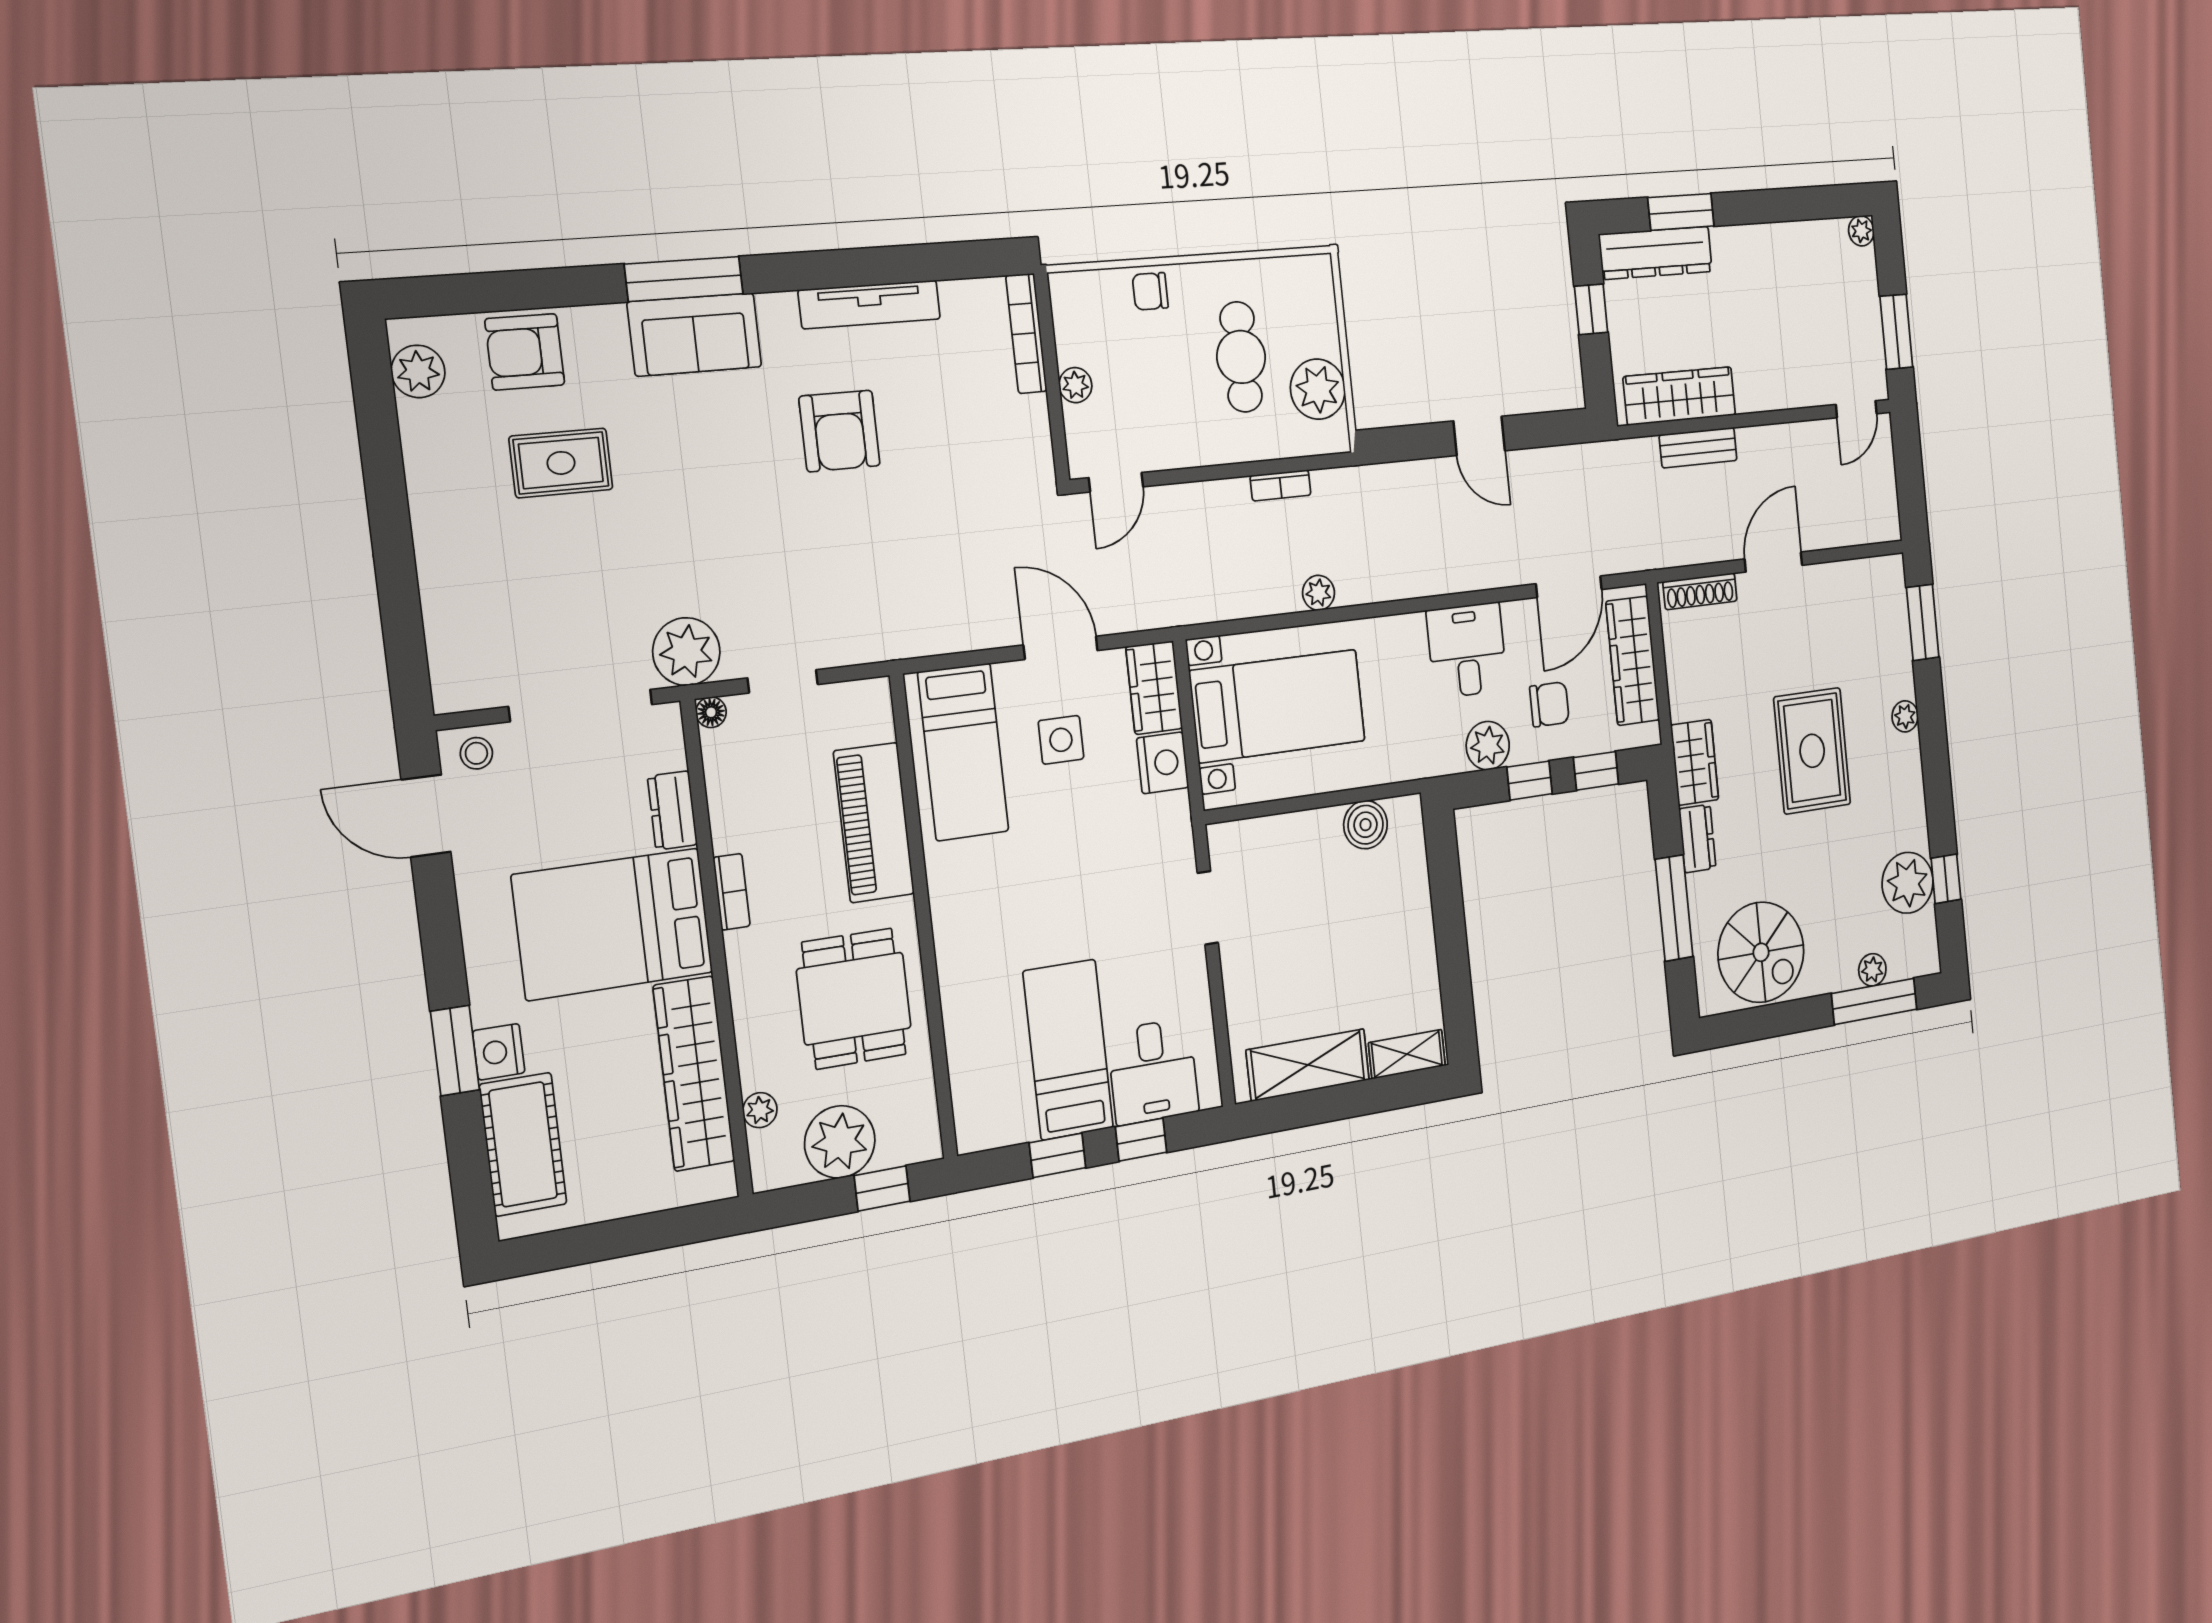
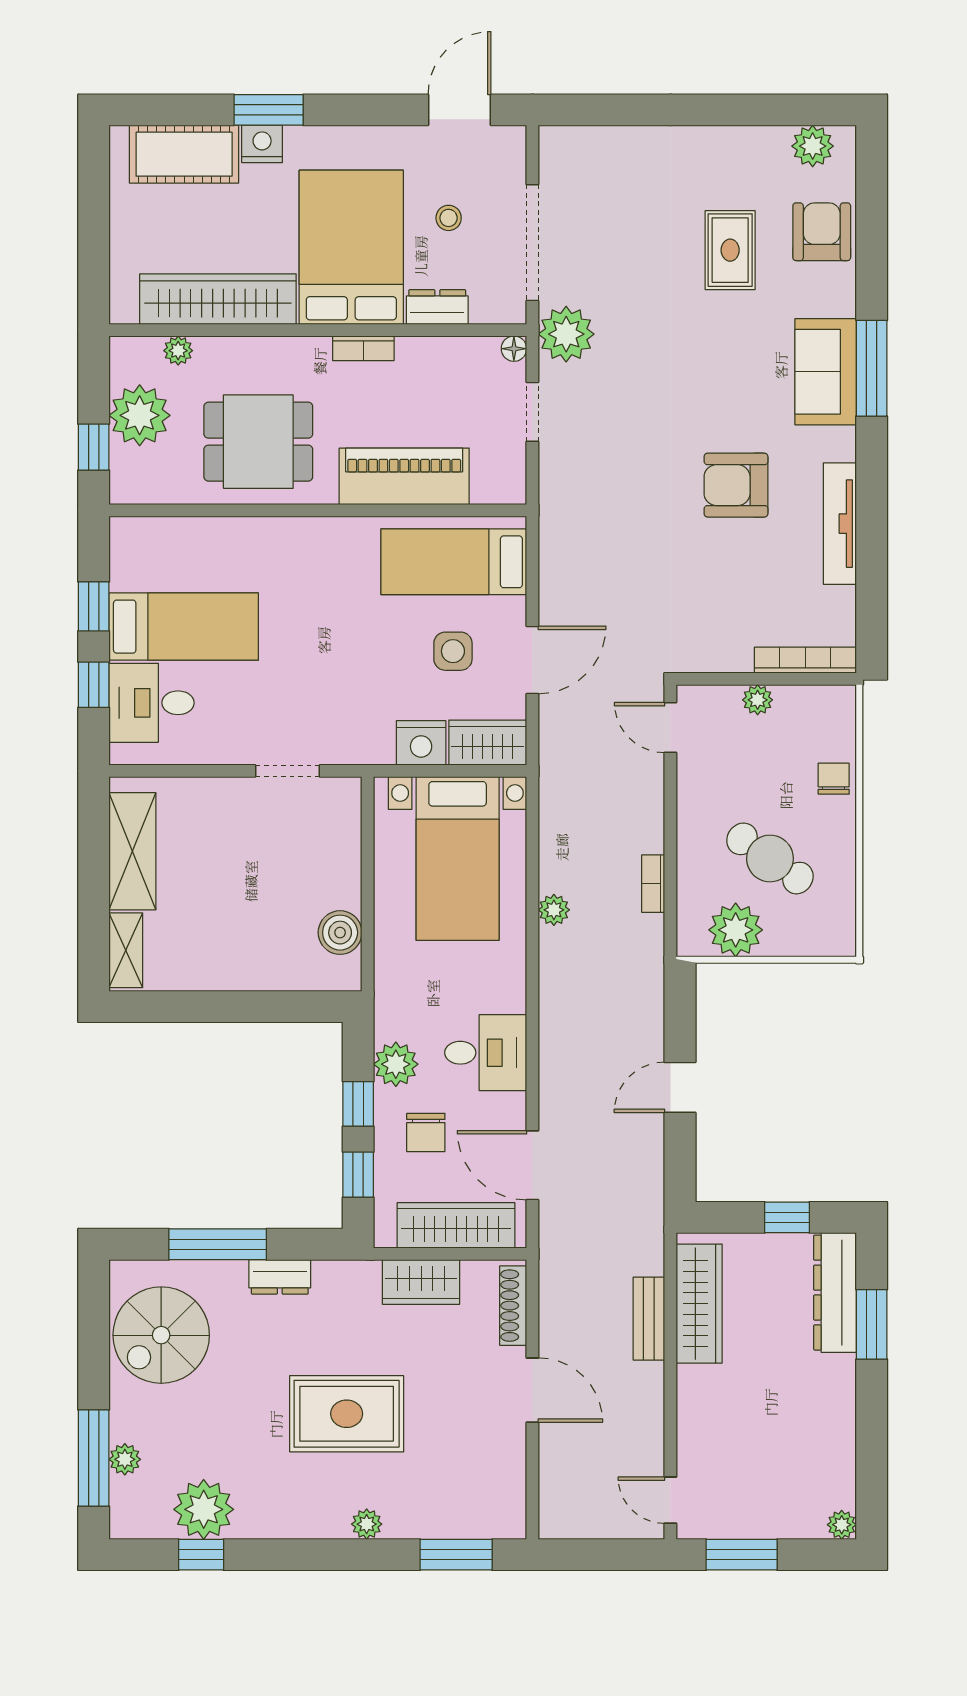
cafe table: (1241, 357) -> (770, 858), turned 35
stool: (476, 753) -> (449, 218), moved
wardrobe: (1695, 762) -> (421, 1282), moved

